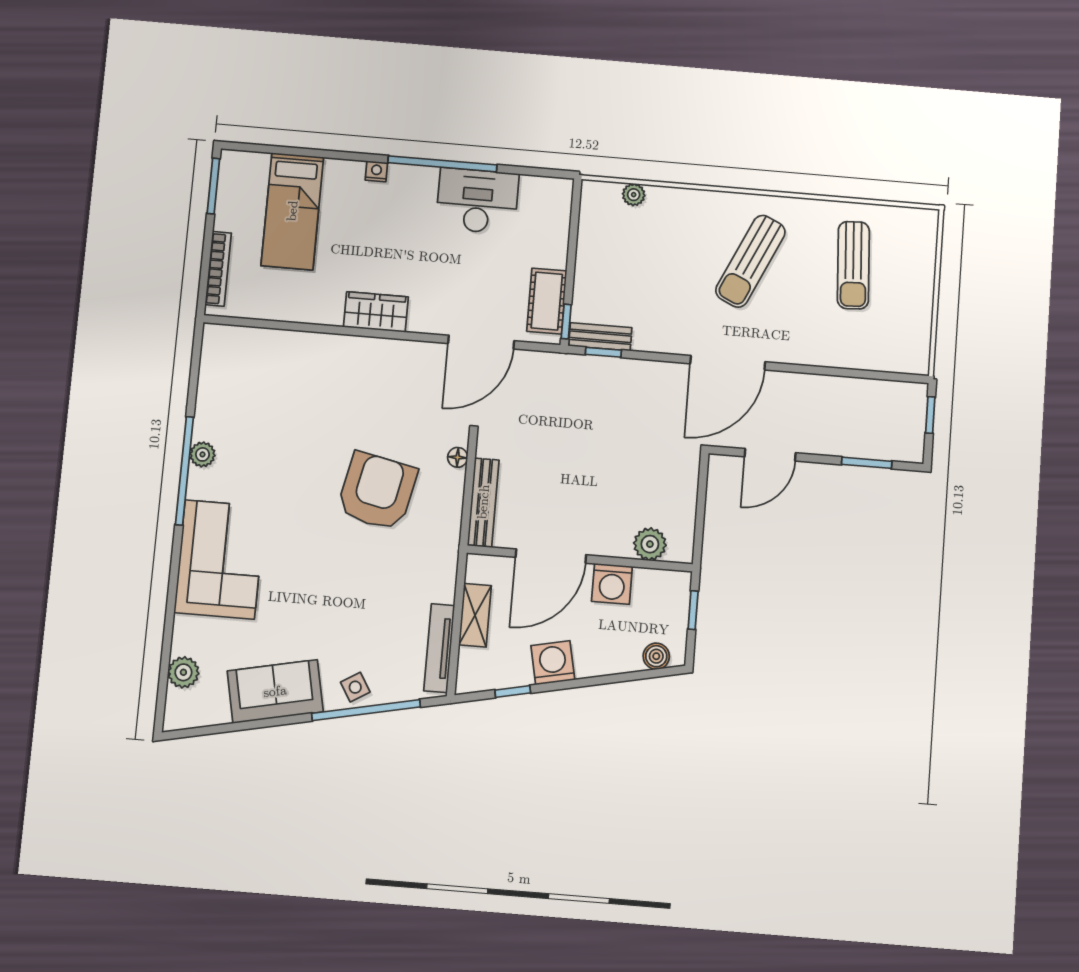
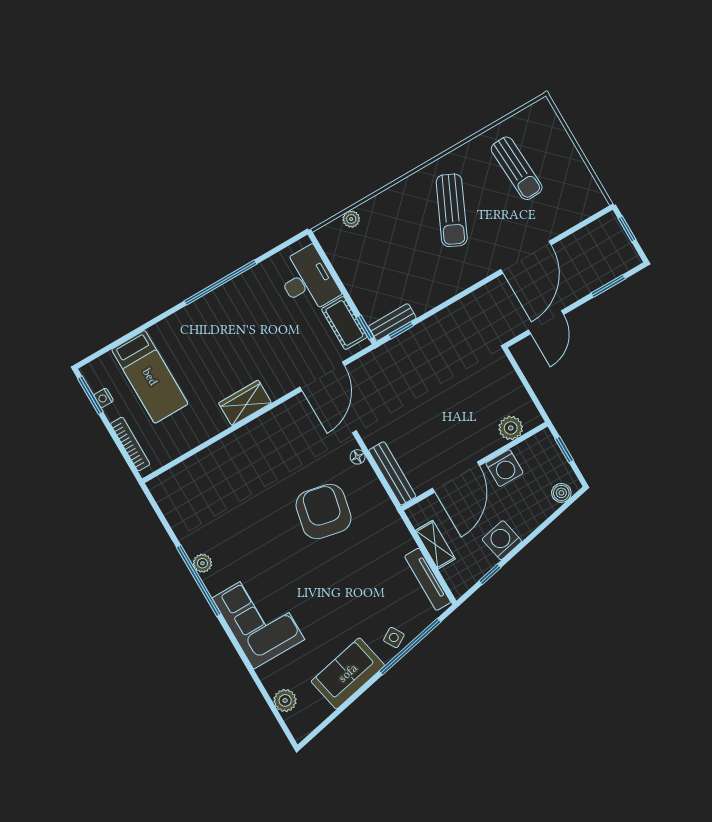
nightstand: (376, 171) -> (104, 398), moved, turned -90
desk: (477, 201) -> (307, 280), moved, turned 90
door: (728, 363) -> (526, 257), moved

